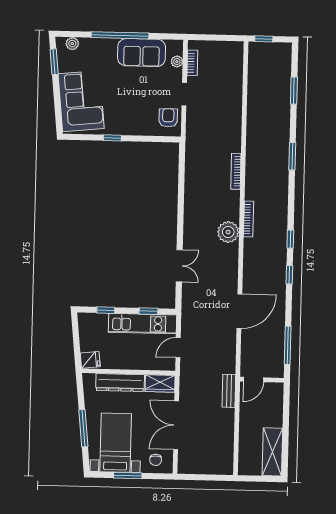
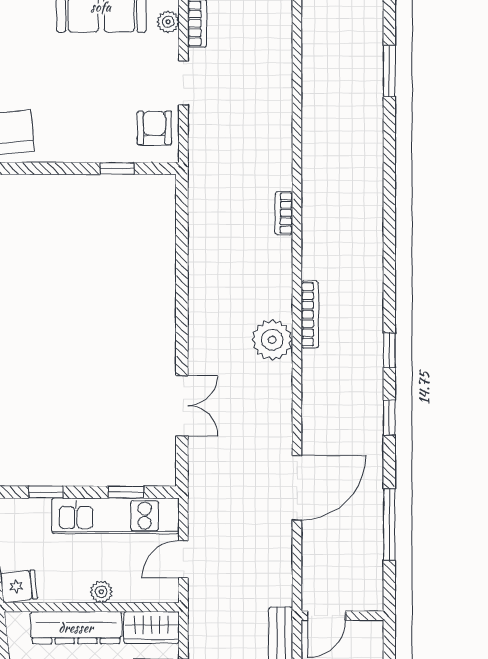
window: (112, 138) -> (117, 168), moved
window: (292, 156) -> (389, 195), removed
bookcase: (236, 171) -> (284, 213), width x0.64
window: (288, 345) -> (389, 525), moved
plant: (134, 364) -> (101, 592), added

